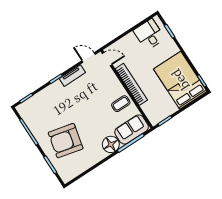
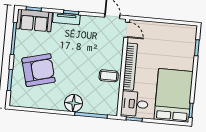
desk: (149, 34) -> (135, 104), moved, turned -90
tv unit: (72, 76) -> (66, 19), moved
sofa: (132, 130) -> (34, 20), moved, turned 180
armchair: (66, 141) -> (39, 70), turned 152

